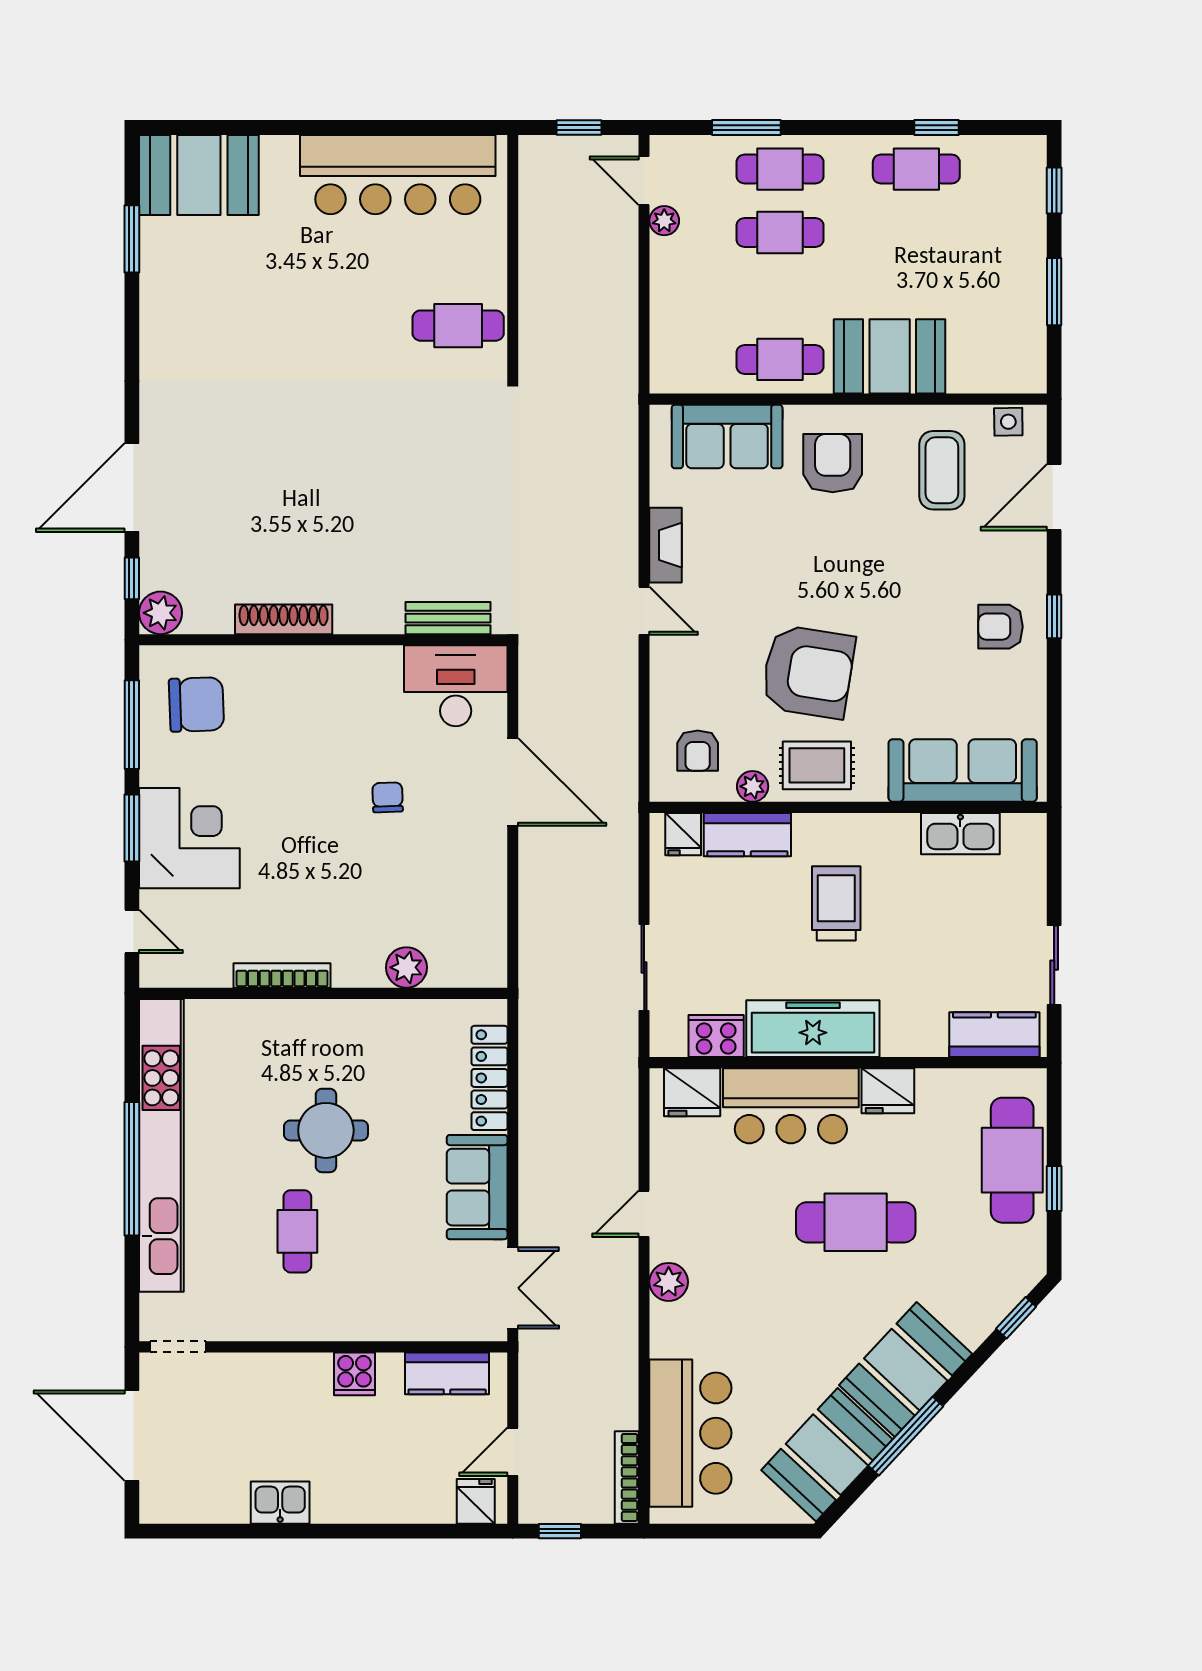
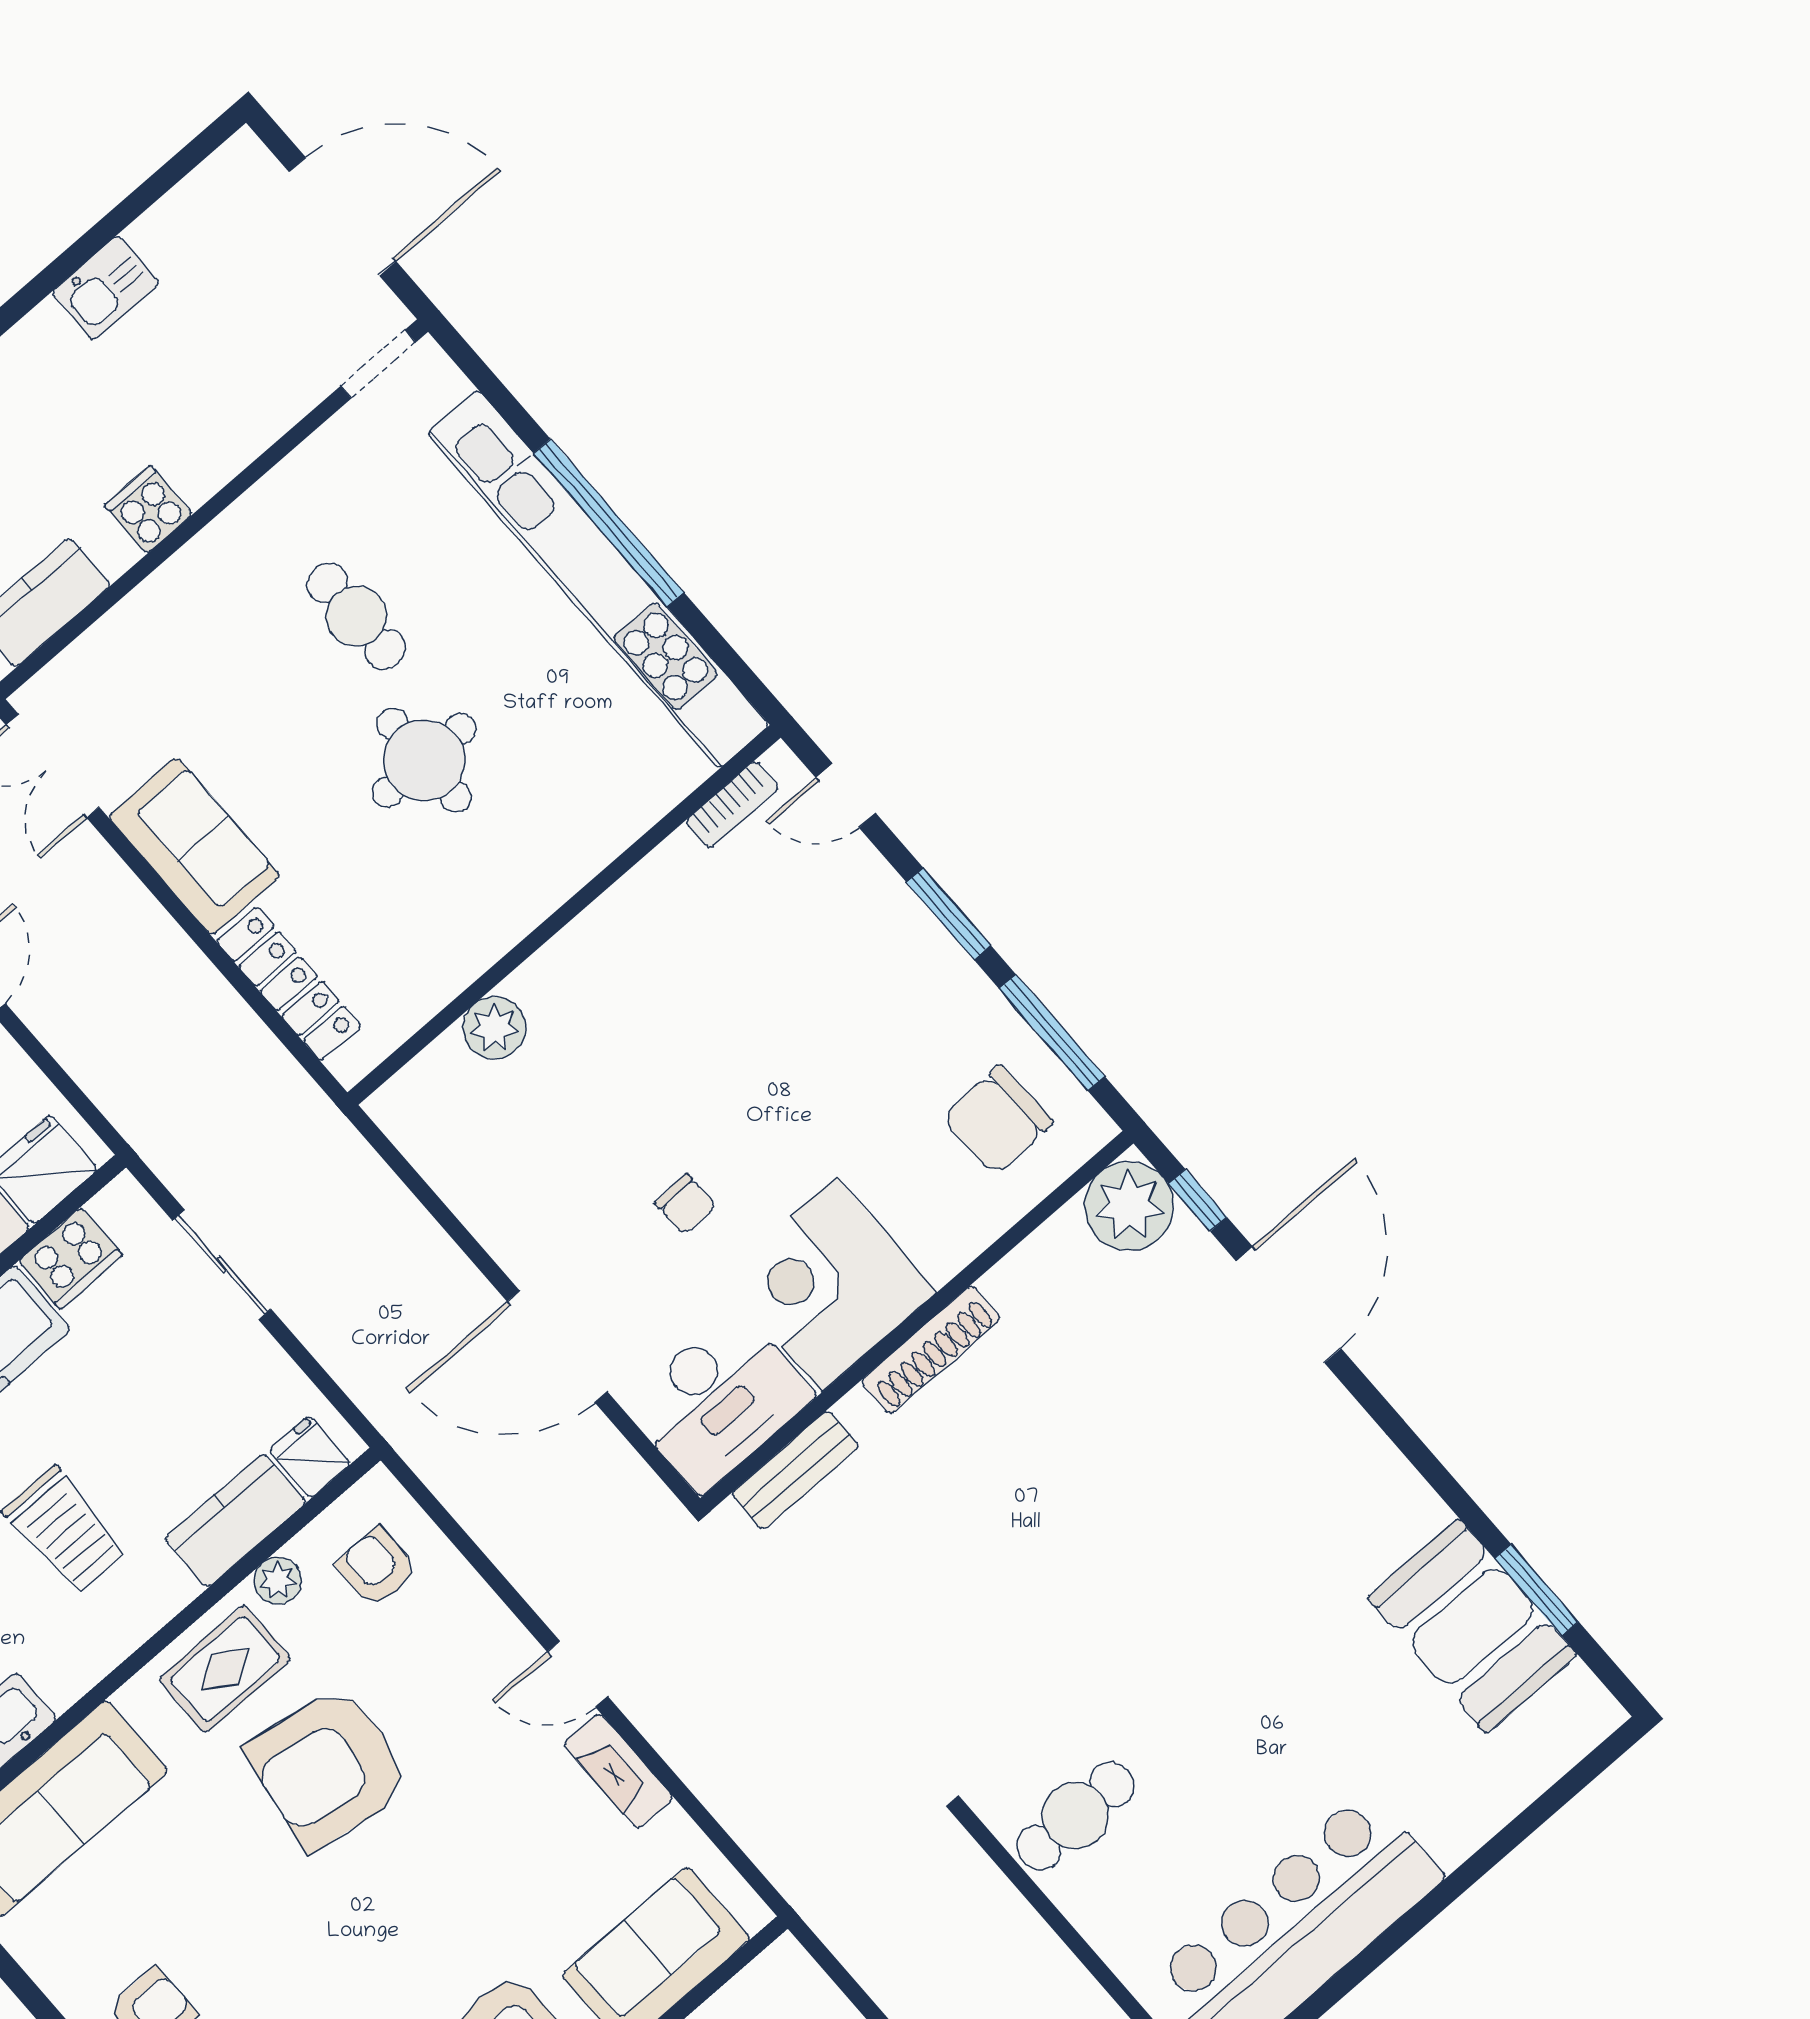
booth: (199, 175) -> (1472, 1626), moved, turned 90
plant: (160, 613) -> (1129, 1206), width x1.36, depth x1.36
shoe rack: (284, 619) -> (931, 1350), moved
corner desk: (189, 838) -> (829, 1284), moved, turned 90
bookcase: (282, 976) -> (732, 805), moved, width x0.64

